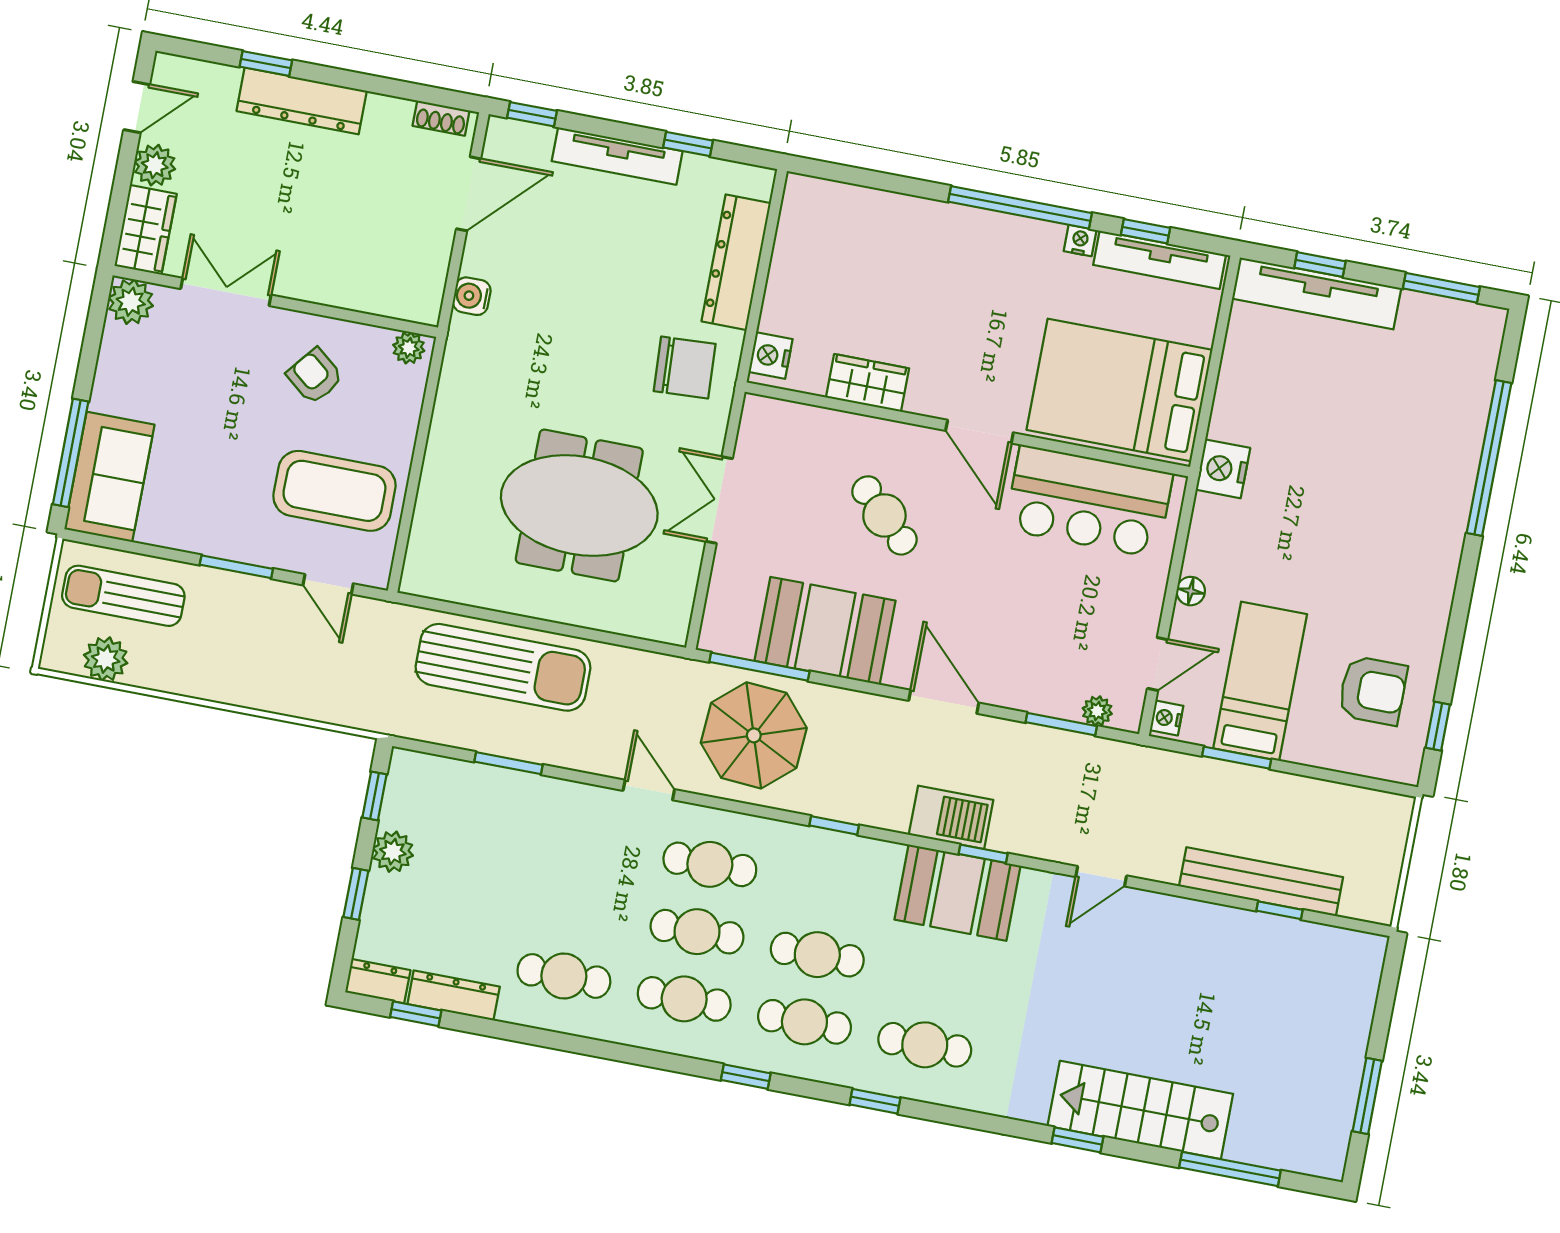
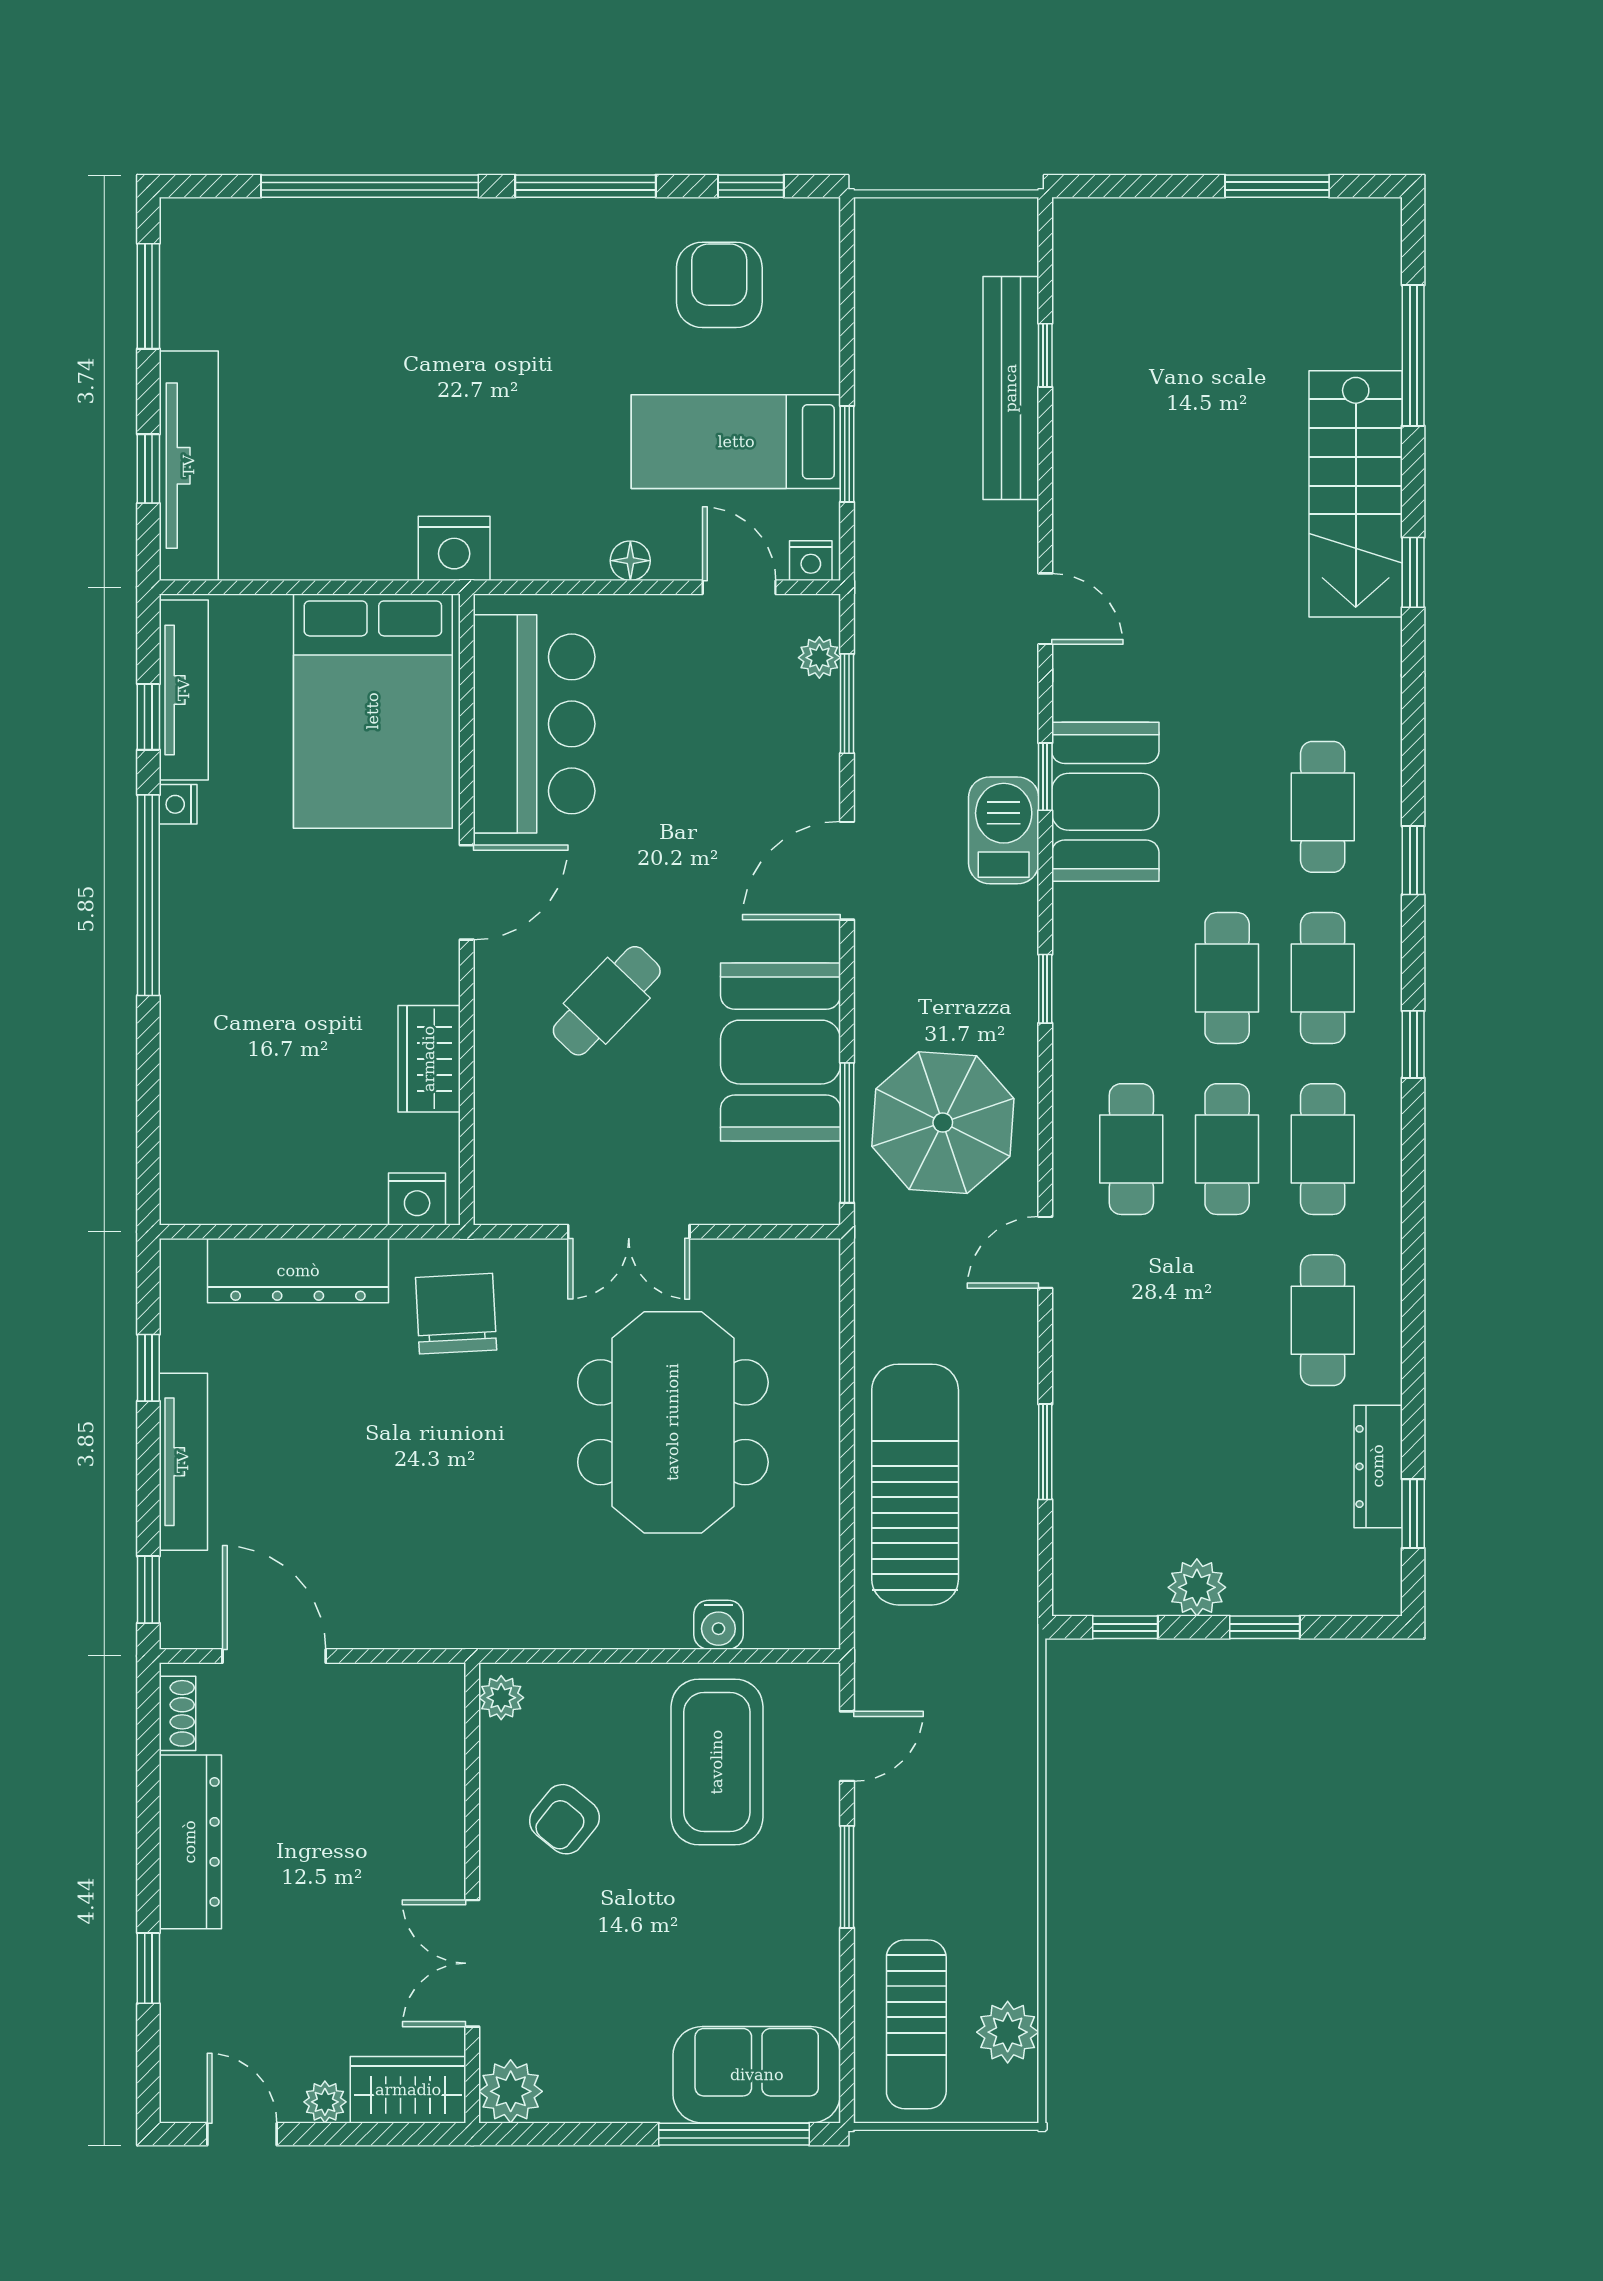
dresser: (302, 101) -> (190, 1842), moved
plant: (155, 165) -> (325, 2102), width x0.73, depth x0.73
water cooler: (472, 296) -> (718, 1625), moved
window: (1460, 610) -> (585, 186), added
dresser: (378, 981) -> (1379, 1574), removed

